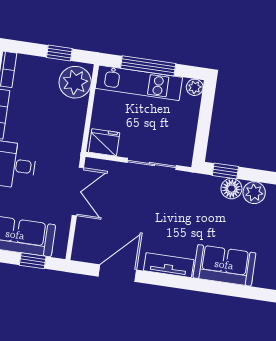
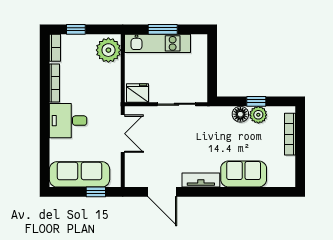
window: (59, 53) -> (76, 29), moved
window: (148, 66) -> (163, 29), width x0.69
plant: (195, 87) -> (201, 41), removed
window: (225, 171) -> (256, 101), moved
door: (117, 273) -> (162, 192), swing flipped

